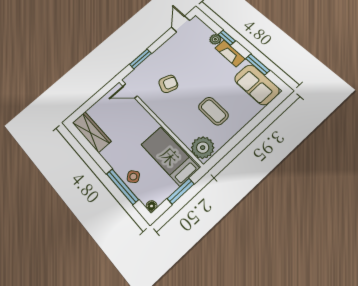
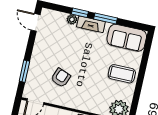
window: (258, 64) -> (105, 18), moved
coffee table: (213, 111) -> (122, 74), moved

